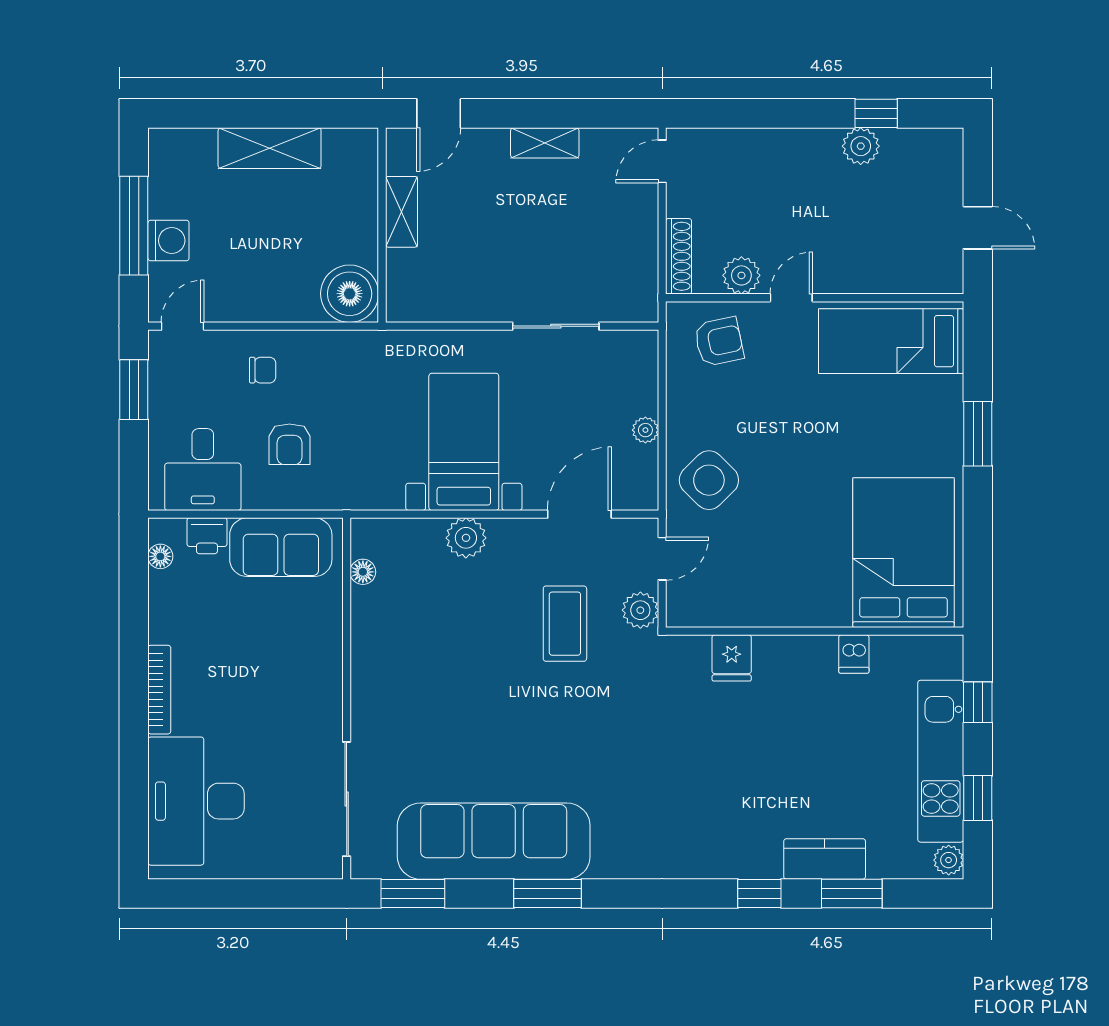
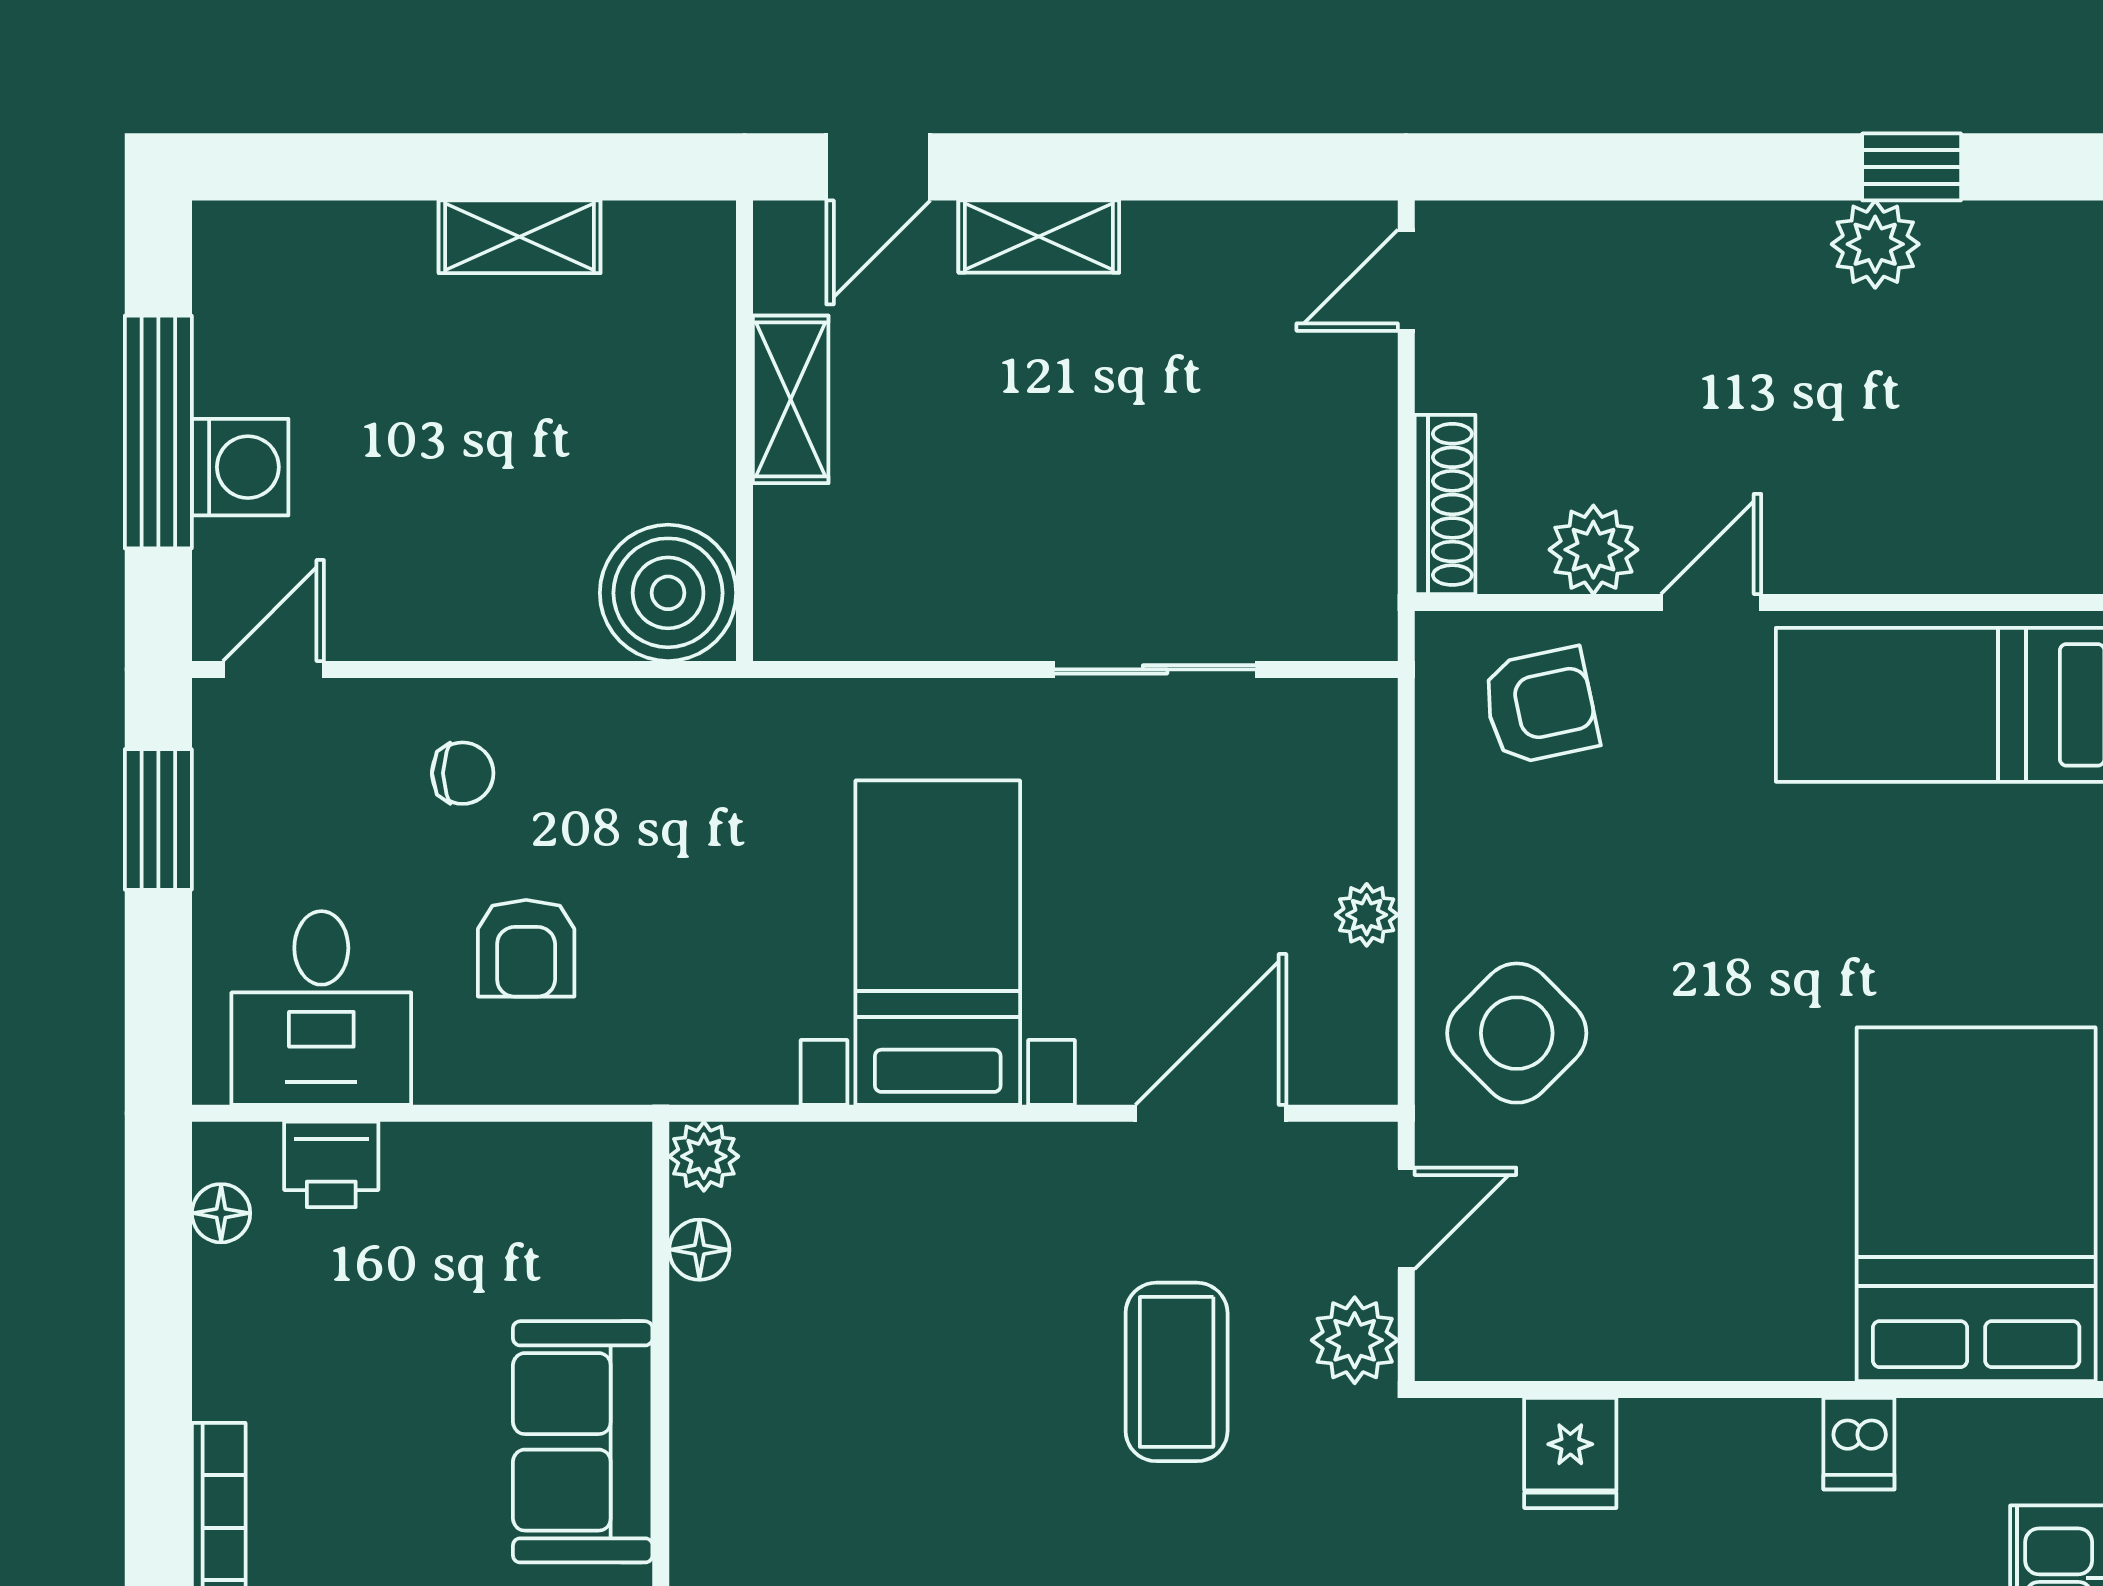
shelving: (545, 143) -> (1039, 237), moved
shelving: (270, 148) -> (520, 237), width x0.67, depth x0.75
plant: (466, 538) -> (704, 1156), moved, width x0.73, depth x0.73
sofa: (281, 547) -> (583, 1442), moved, turned 90

